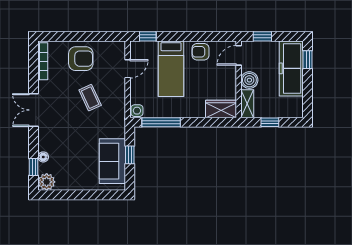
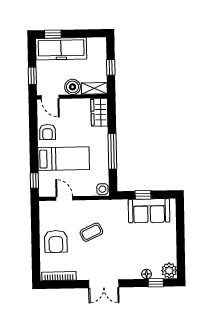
armchair: (81, 59) -> (56, 241), turned 180
window: (161, 122) -> (112, 151), moved

